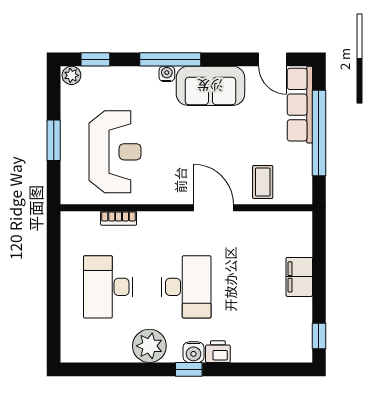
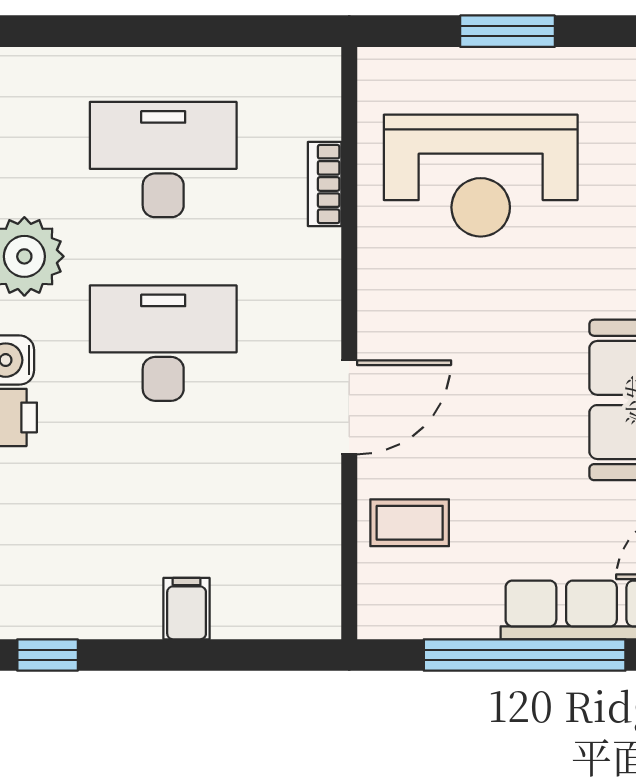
filing cabinet: (299, 277) -> (187, 609), width x0.50
desk: (186, 287) -> (163, 343), turned 180

